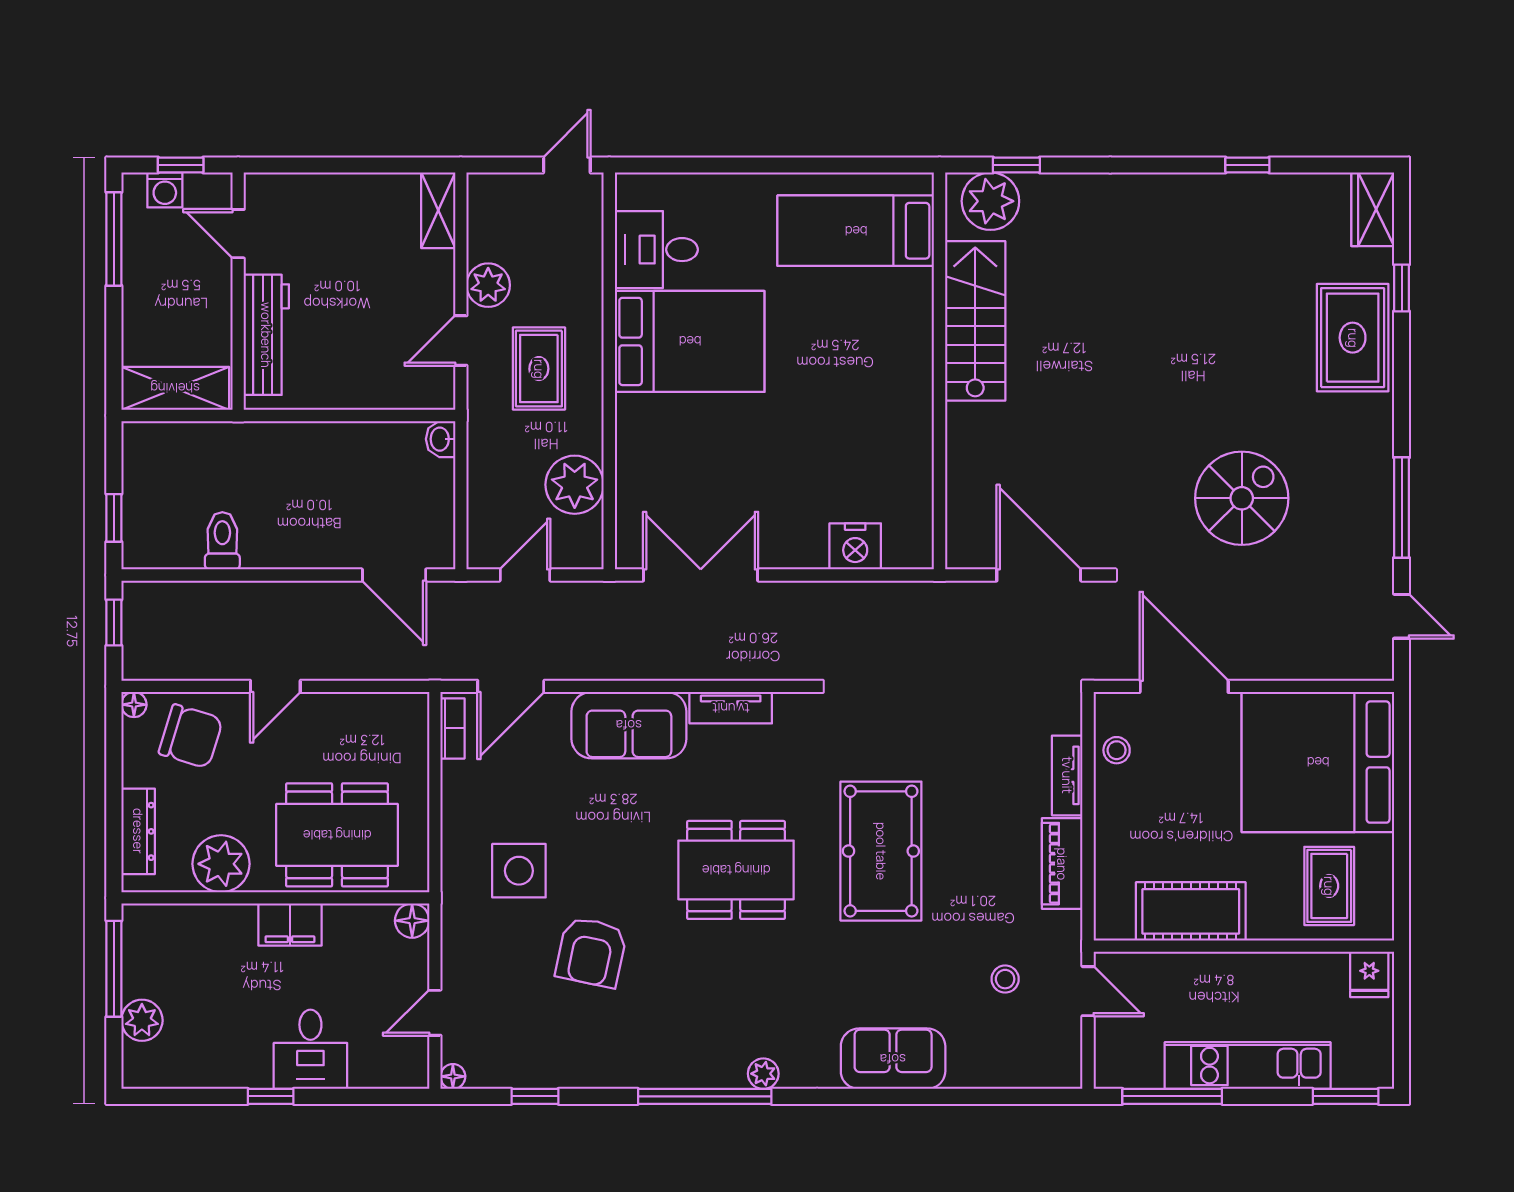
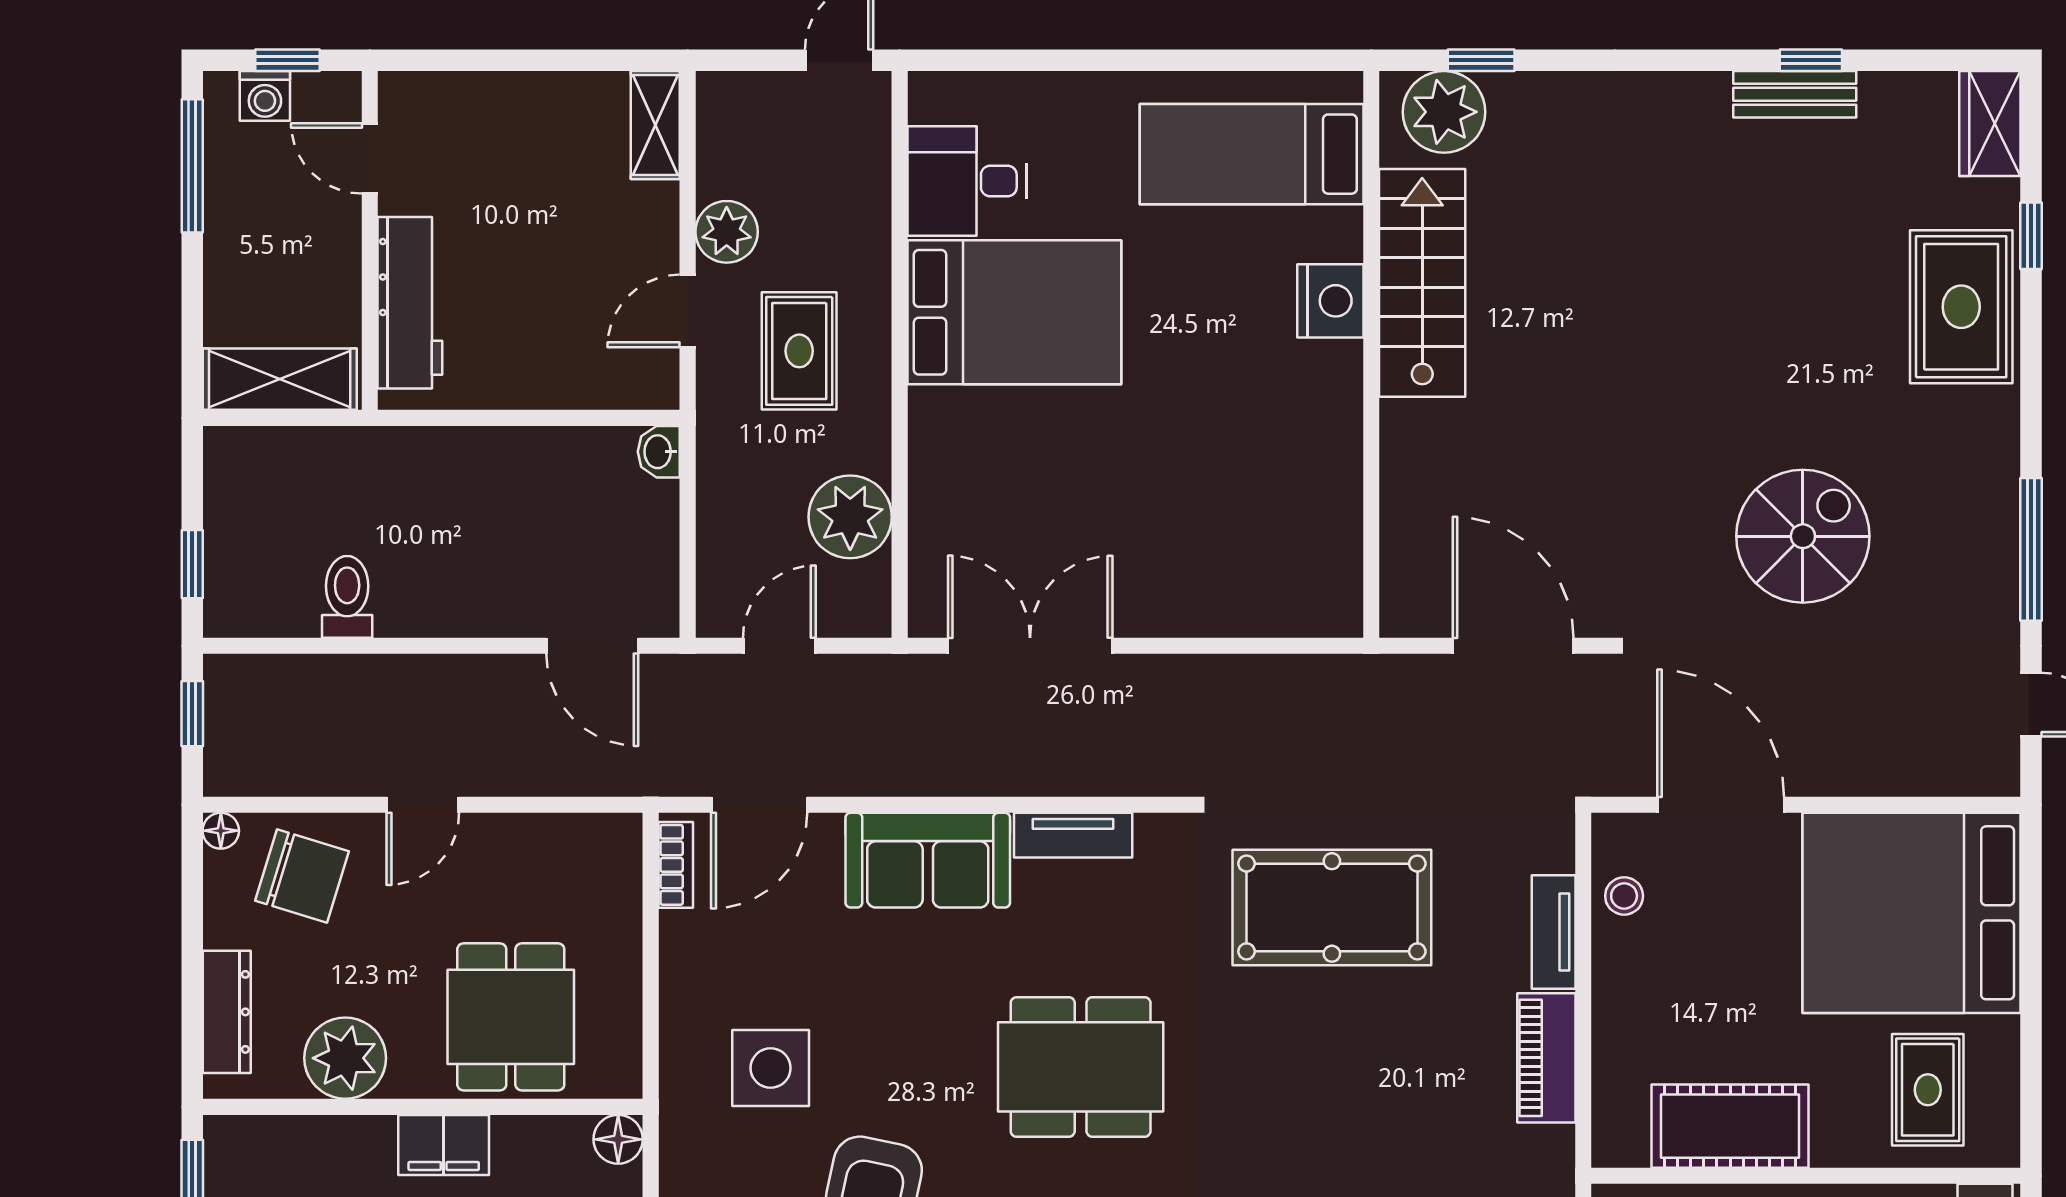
bench: (1236, 189) -> (1795, 94), added
nightstand: (855, 546) -> (1330, 301), moved, turned -90
dining table: (337, 835) -> (511, 1017), width x0.73
pool table: (881, 851) -> (1332, 907), moved, turned 90

